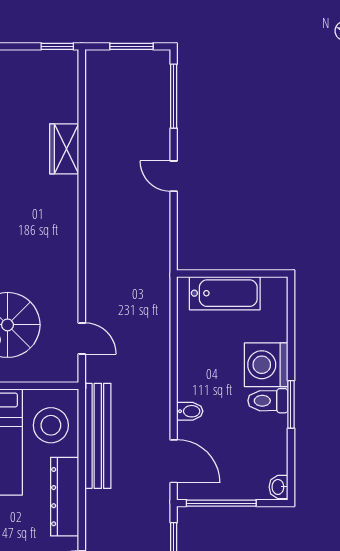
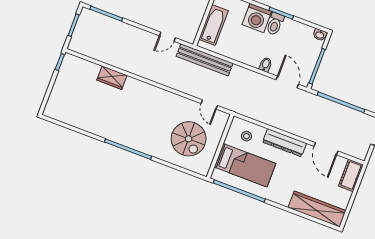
door: (174, 176) -> (167, 37), moved
door: (82, 338) -> (209, 105), swing flipped
stool: (51, 425) -> (246, 136), width x0.53, depth x0.53
bench: (98, 436) -> (205, 60), moved
door: (174, 461) -> (287, 82), hinge flipped

